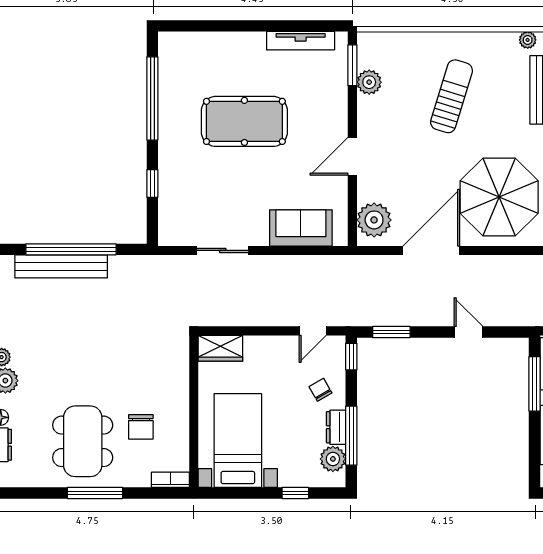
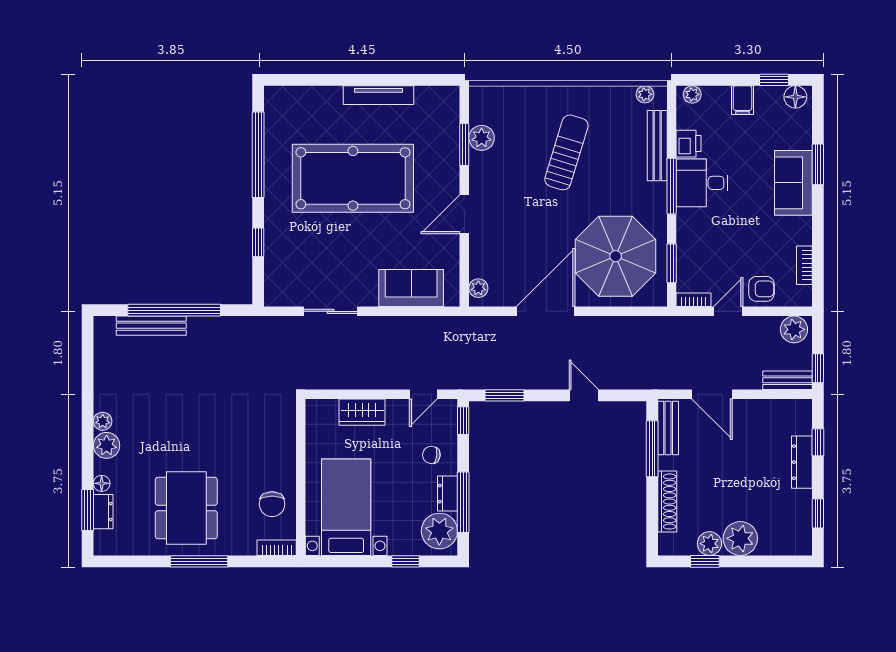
tv unit: (301, 41) -> (379, 95), moved
window: (352, 65) -> (464, 144), moved
pool table: (244, 121) -> (353, 178), width x1.36, depth x1.32
plant: (374, 220) -> (478, 288), width x0.53, depth x0.53
bench: (61, 266) -> (151, 326), width x0.73, depth x0.82
wardrobe: (220, 348) -> (362, 412), moved
chair: (320, 390) -> (431, 455), turned -52
chair: (141, 427) -> (272, 504), moved
plant: (333, 459) -> (439, 531), width x1.36, depth x1.36

